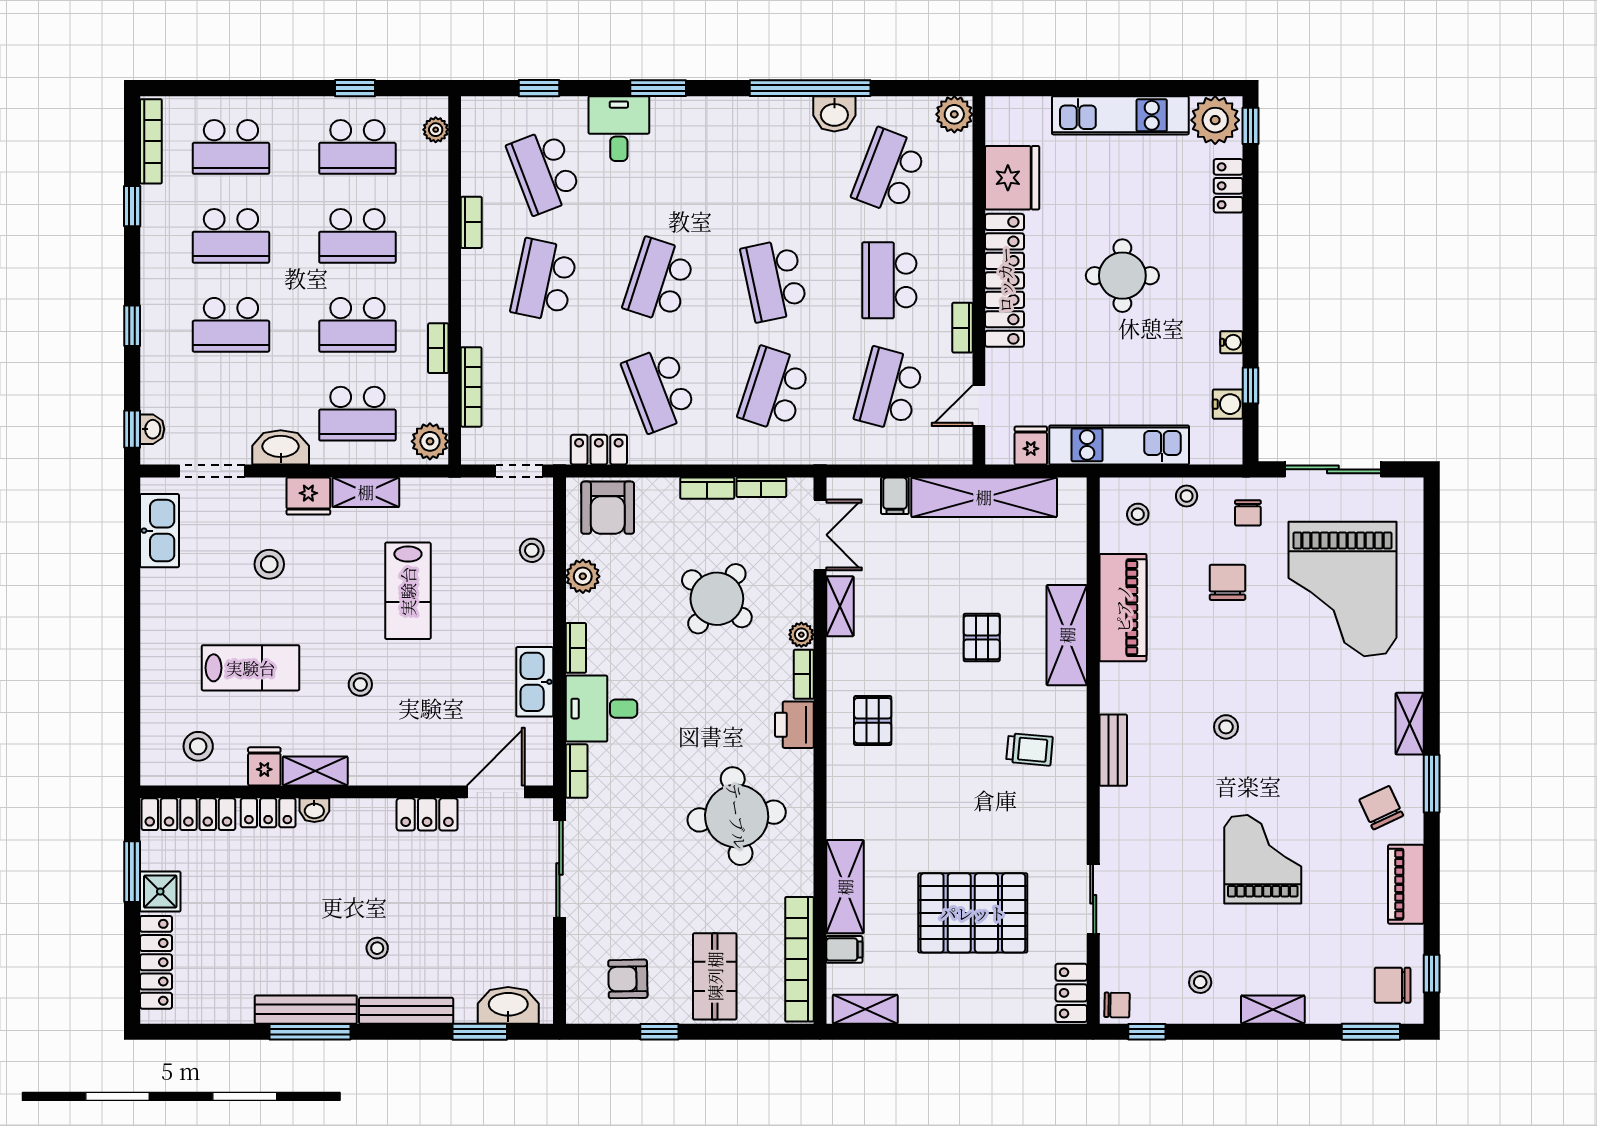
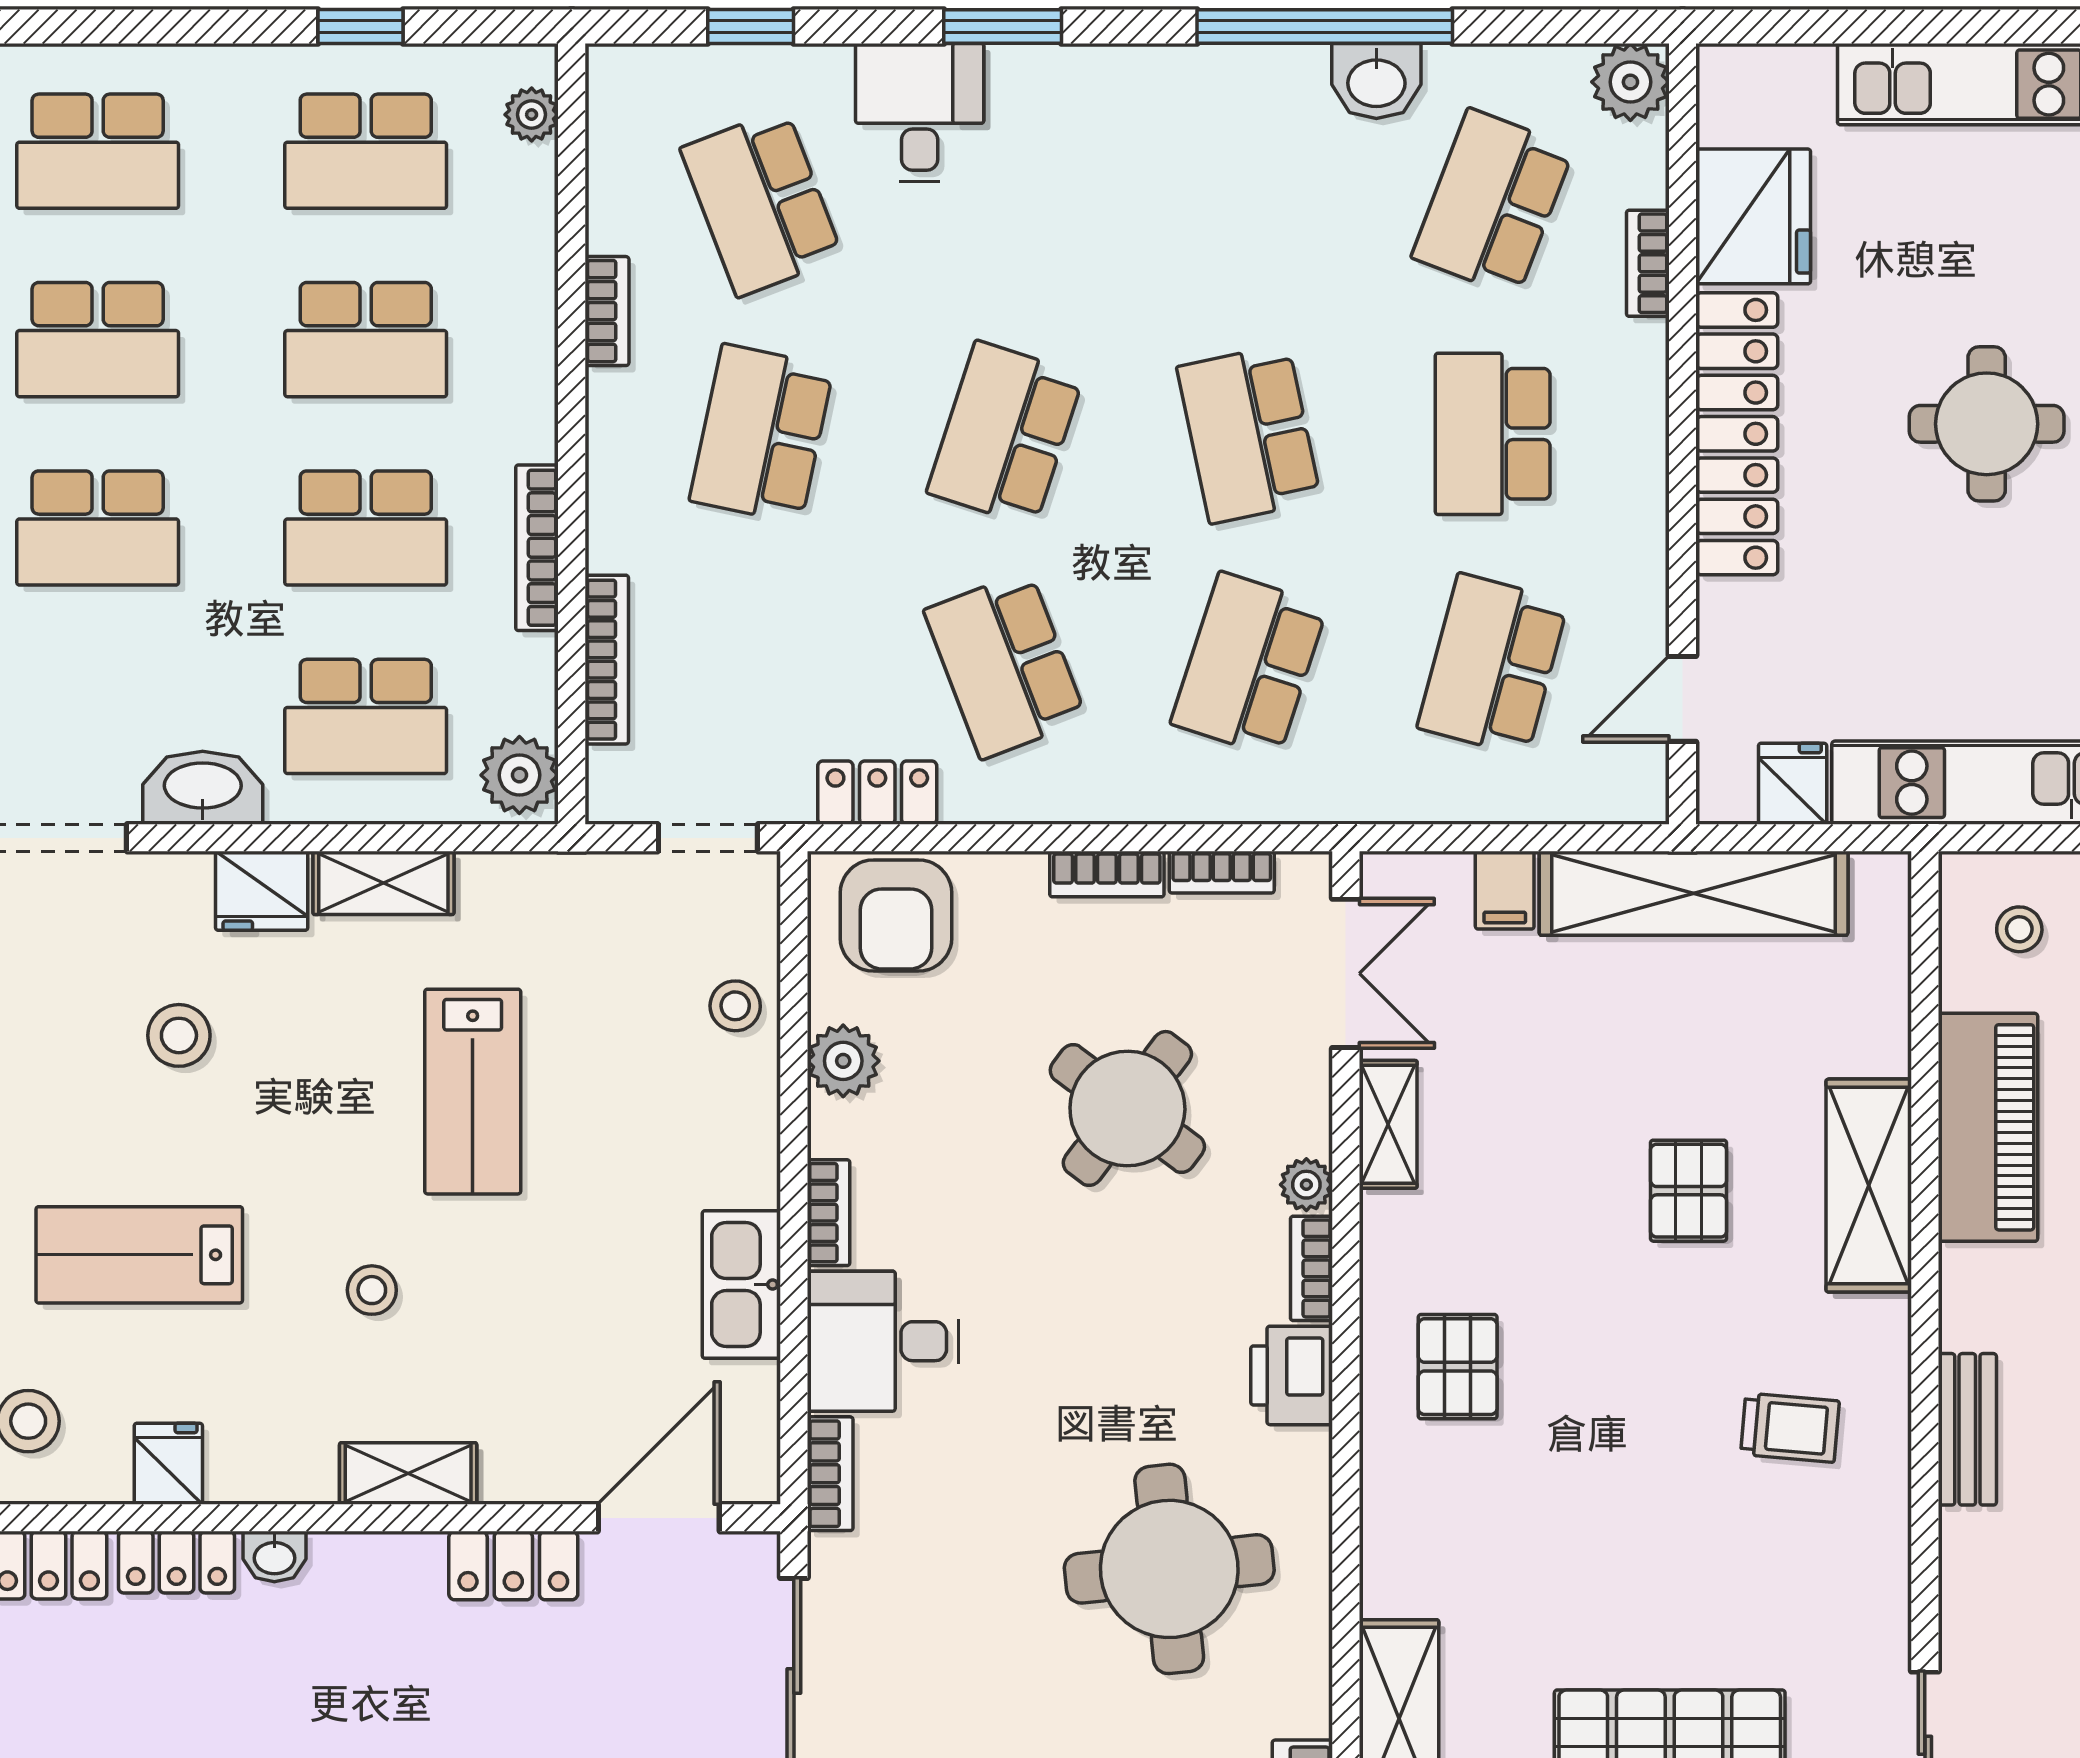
bookcase: (962, 328) -> (1648, 263), moved
bookcase: (438, 348) -> (537, 548), width x1.56
lab bench: (251, 668) -> (139, 1255), turned 180
shelving: (315, 771) -> (408, 1473), moved

